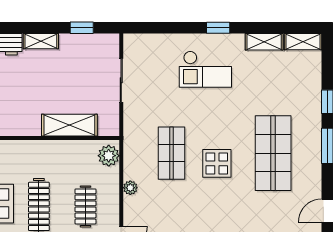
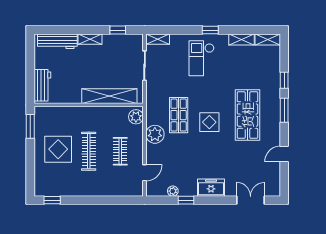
shelving: (141, 41) -> (158, 39), added
checkout: (205, 69) -> (202, 58), turned 90
shelving: (69, 125) -> (109, 96), width x1.47
plant: (130, 188) -> (155, 134), width x1.88, depth x1.88

